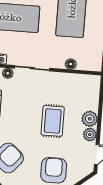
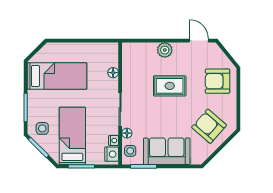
plant: (90, 135) -> (180, 49), removed

